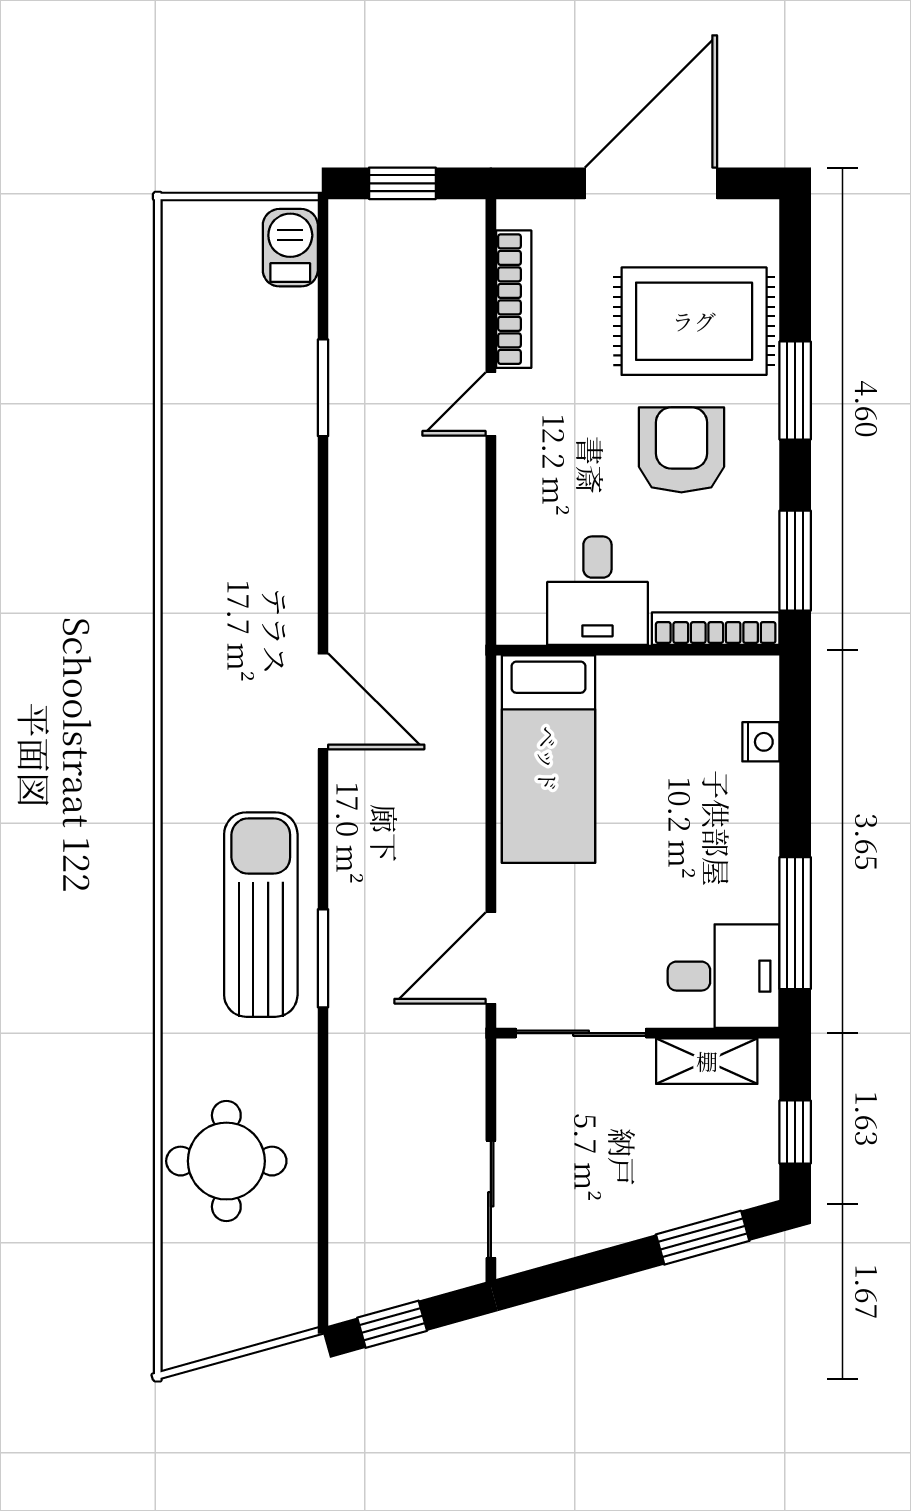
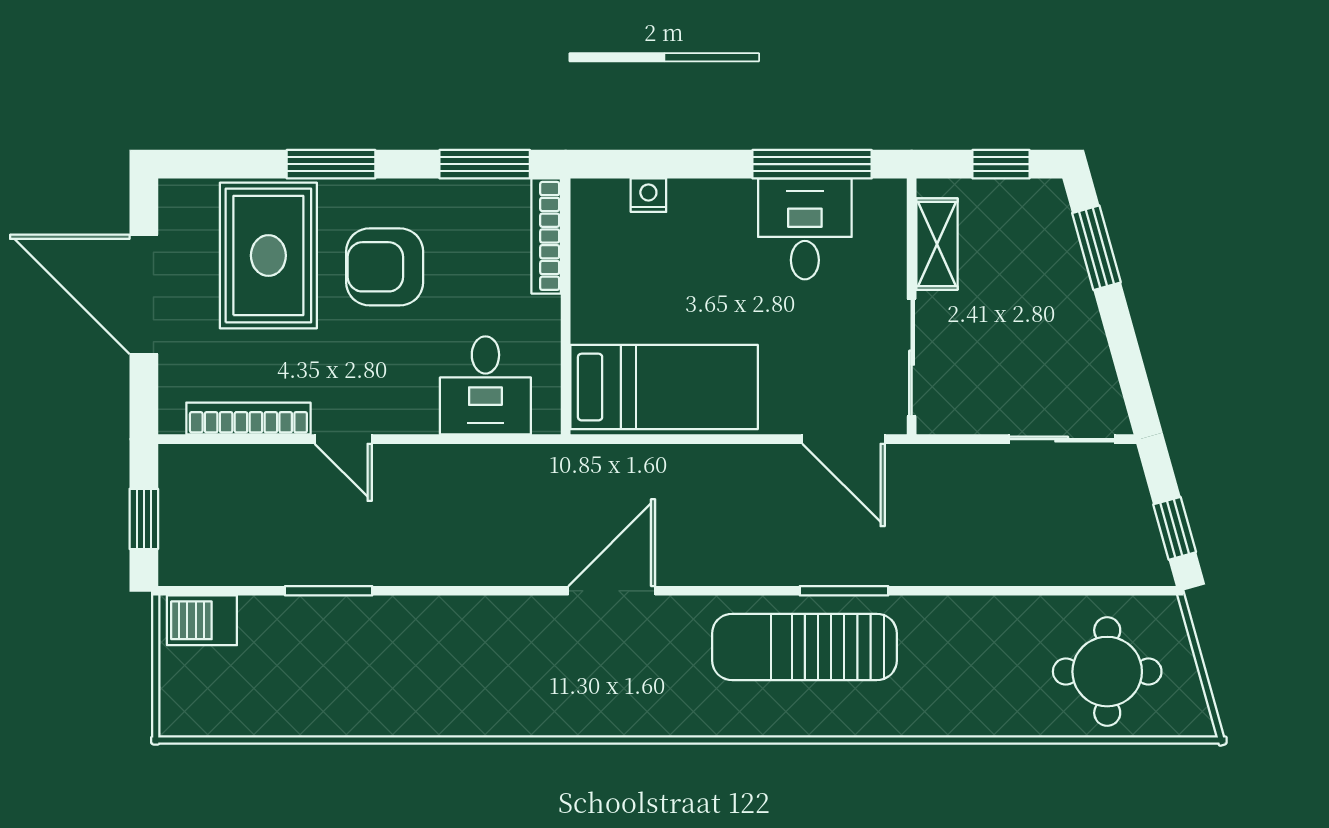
desk: (597, 591) -> (485, 385), moved, turned 90
desk: (724, 976) -> (805, 229), moved
round table: (226, 1161) -> (1107, 672), moved

